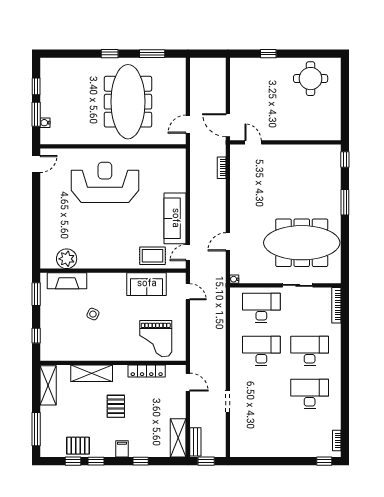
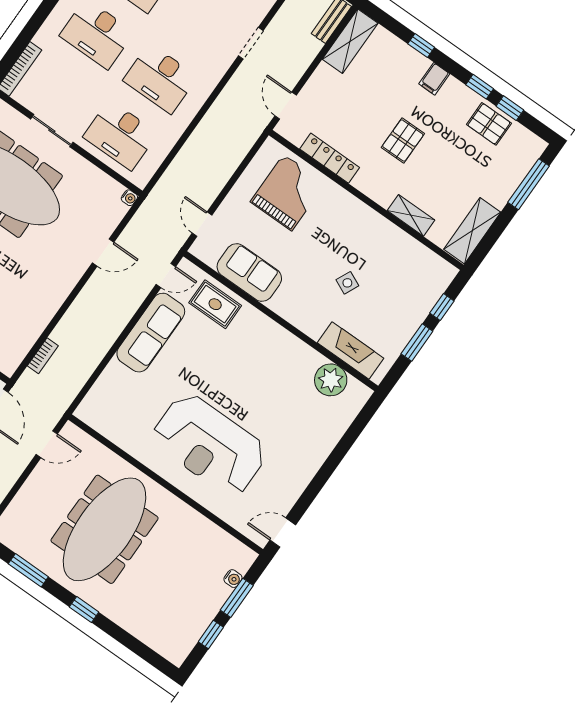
window: (36, 294) -> (417, 342), moved
shelving: (92, 373) -> (411, 215), width x0.67, depth x0.75

